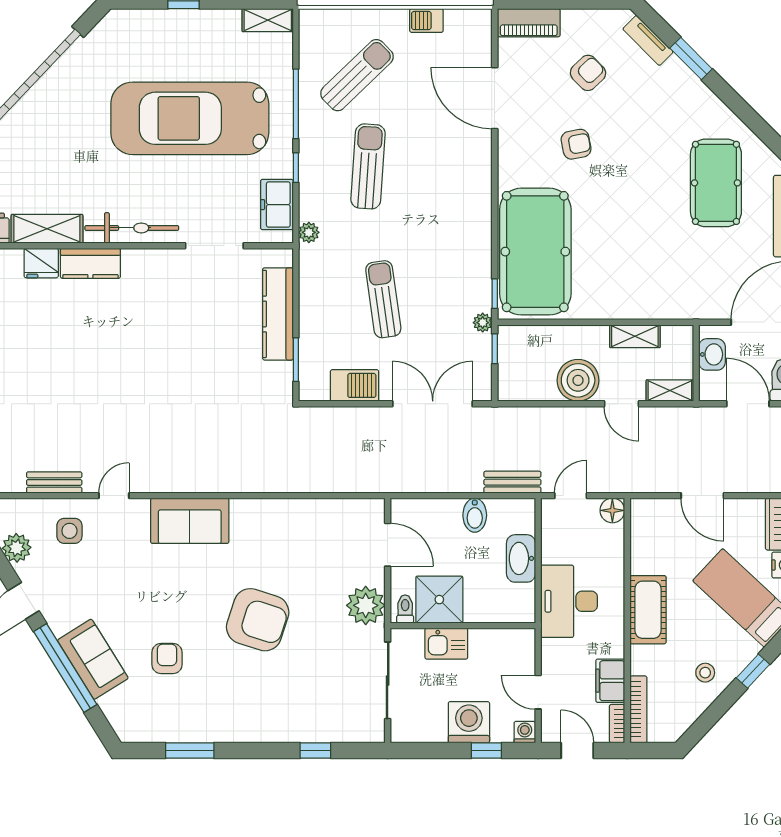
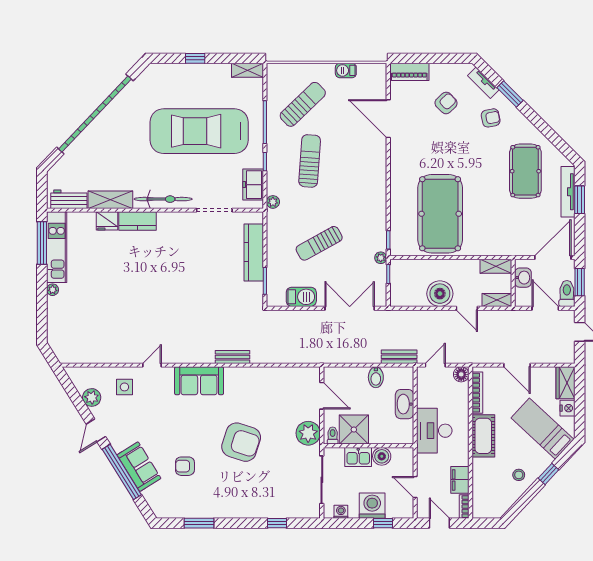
armchair: (576, 144) -> (491, 118), moved
pool table: (535, 252) -> (440, 214), moved
sun lounger: (383, 299) -> (319, 243), turned -111
shelving: (635, 336) -> (496, 266), moved
bench: (54, 482) -> (232, 357), moved
boiler: (484, 643) -> (382, 456), added
armchair: (167, 658) -> (185, 466), turned -90
bookcase: (638, 709) -> (477, 393), moved
washing machine: (525, 732) -> (341, 512), moved

